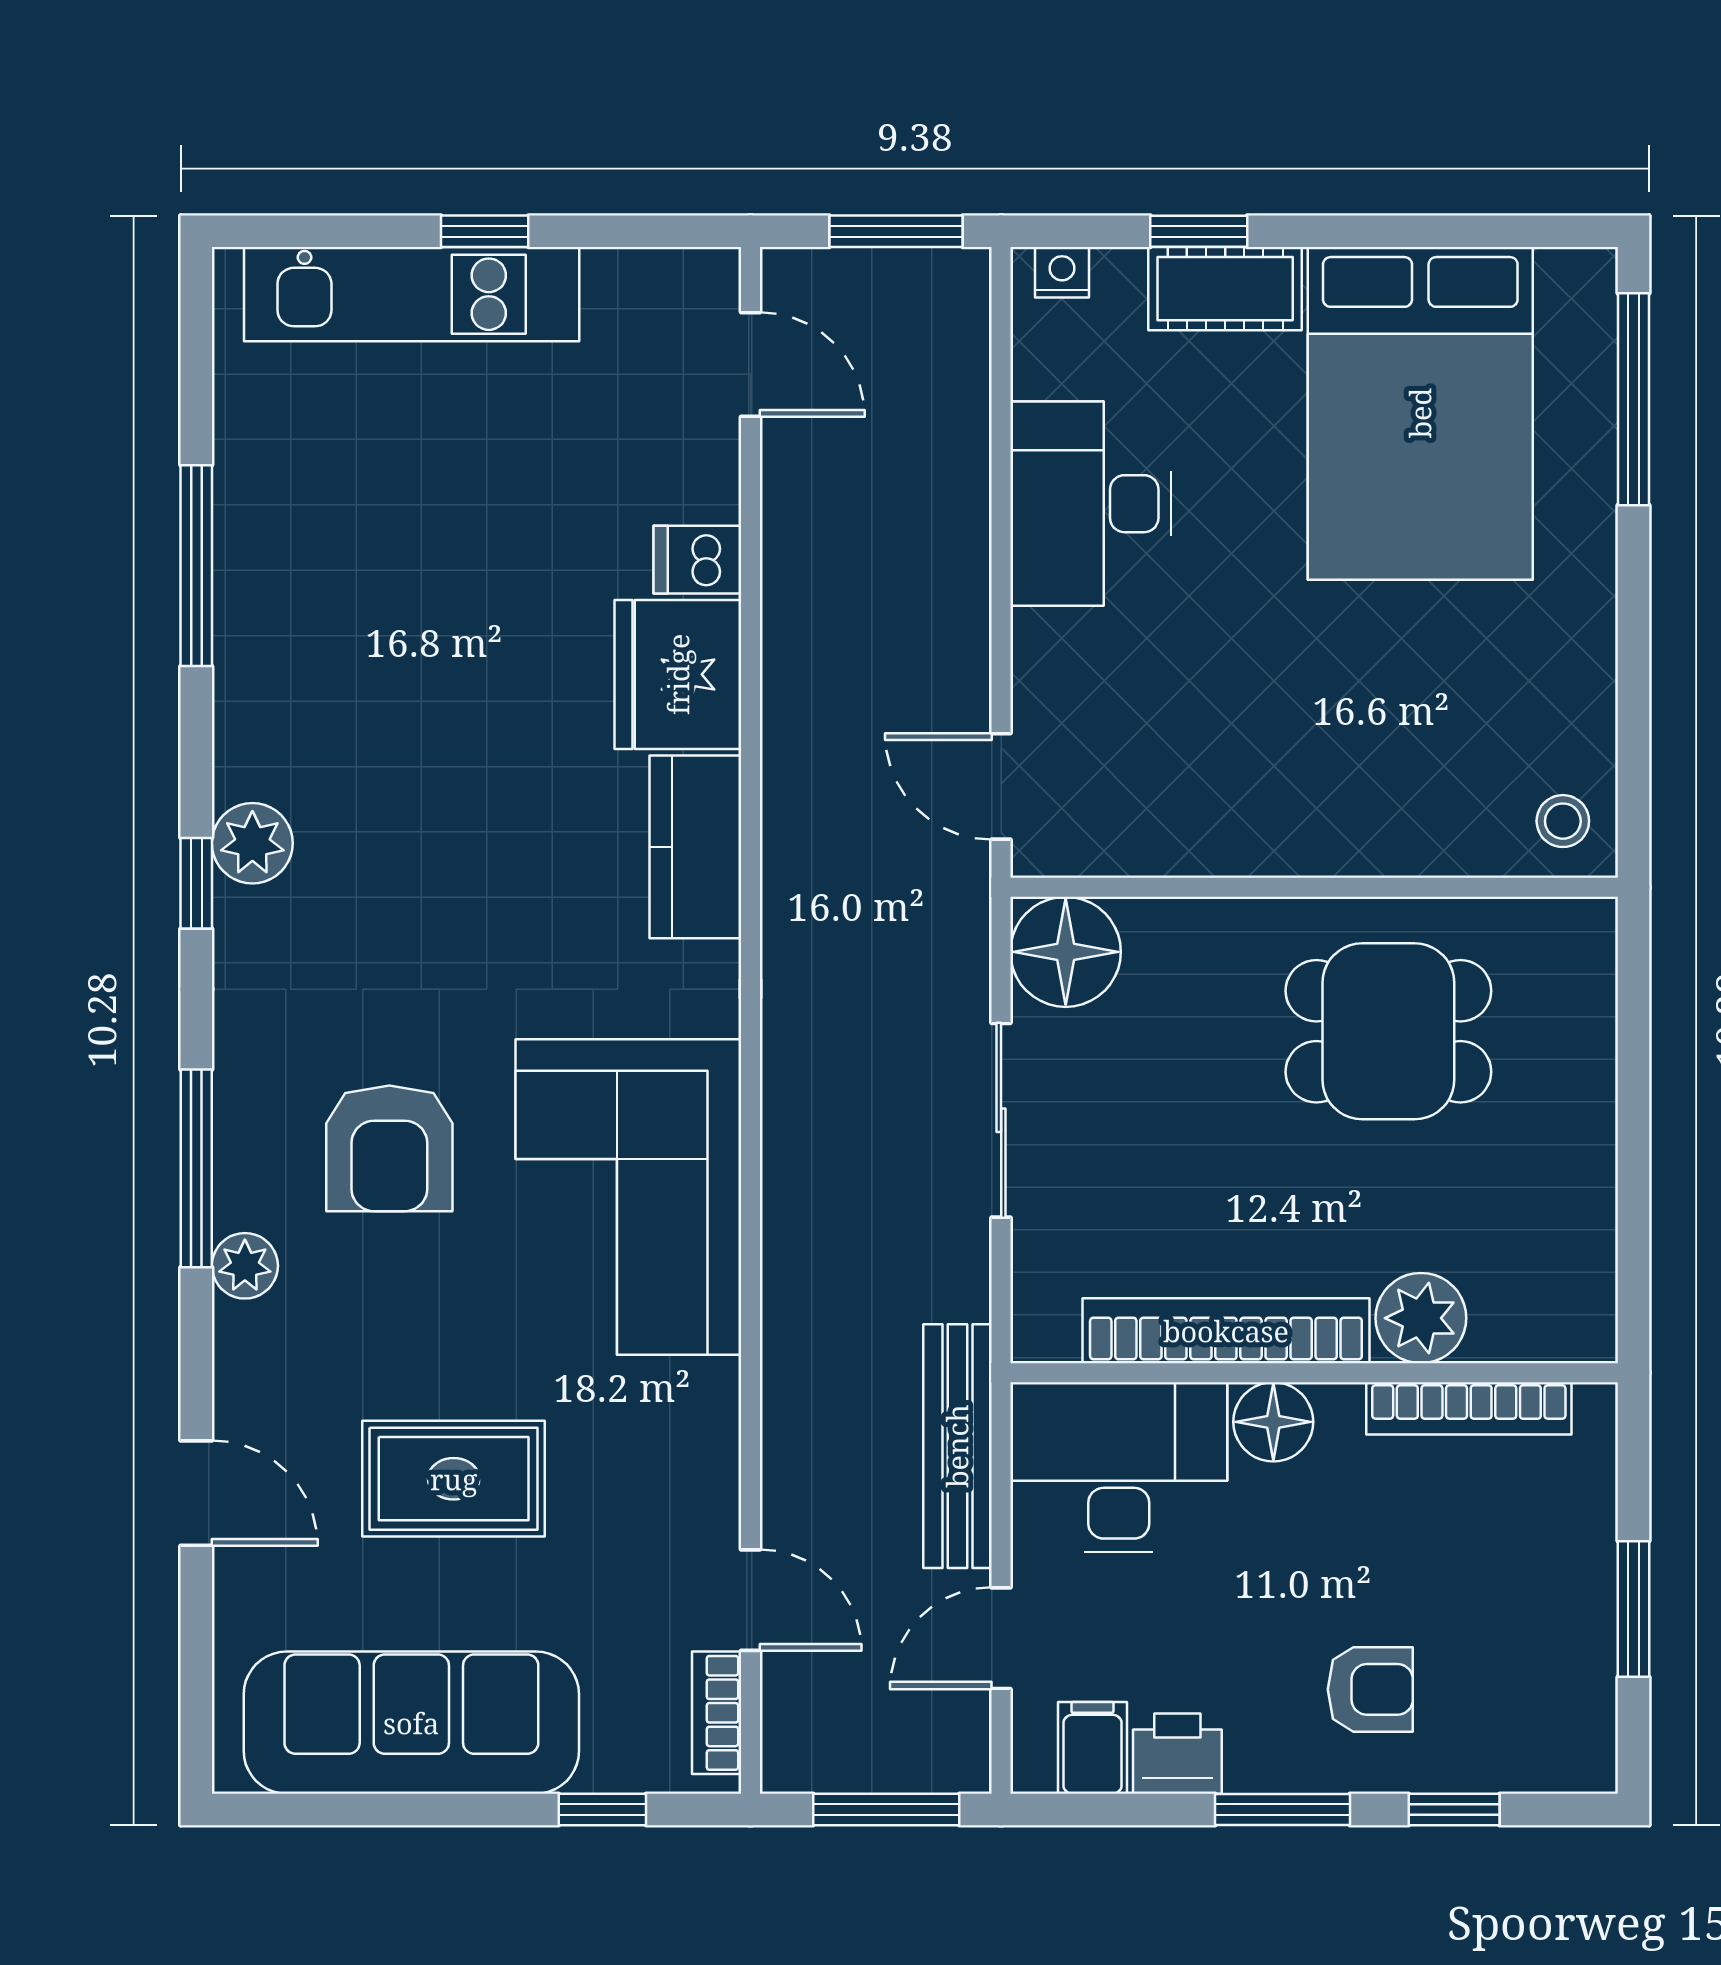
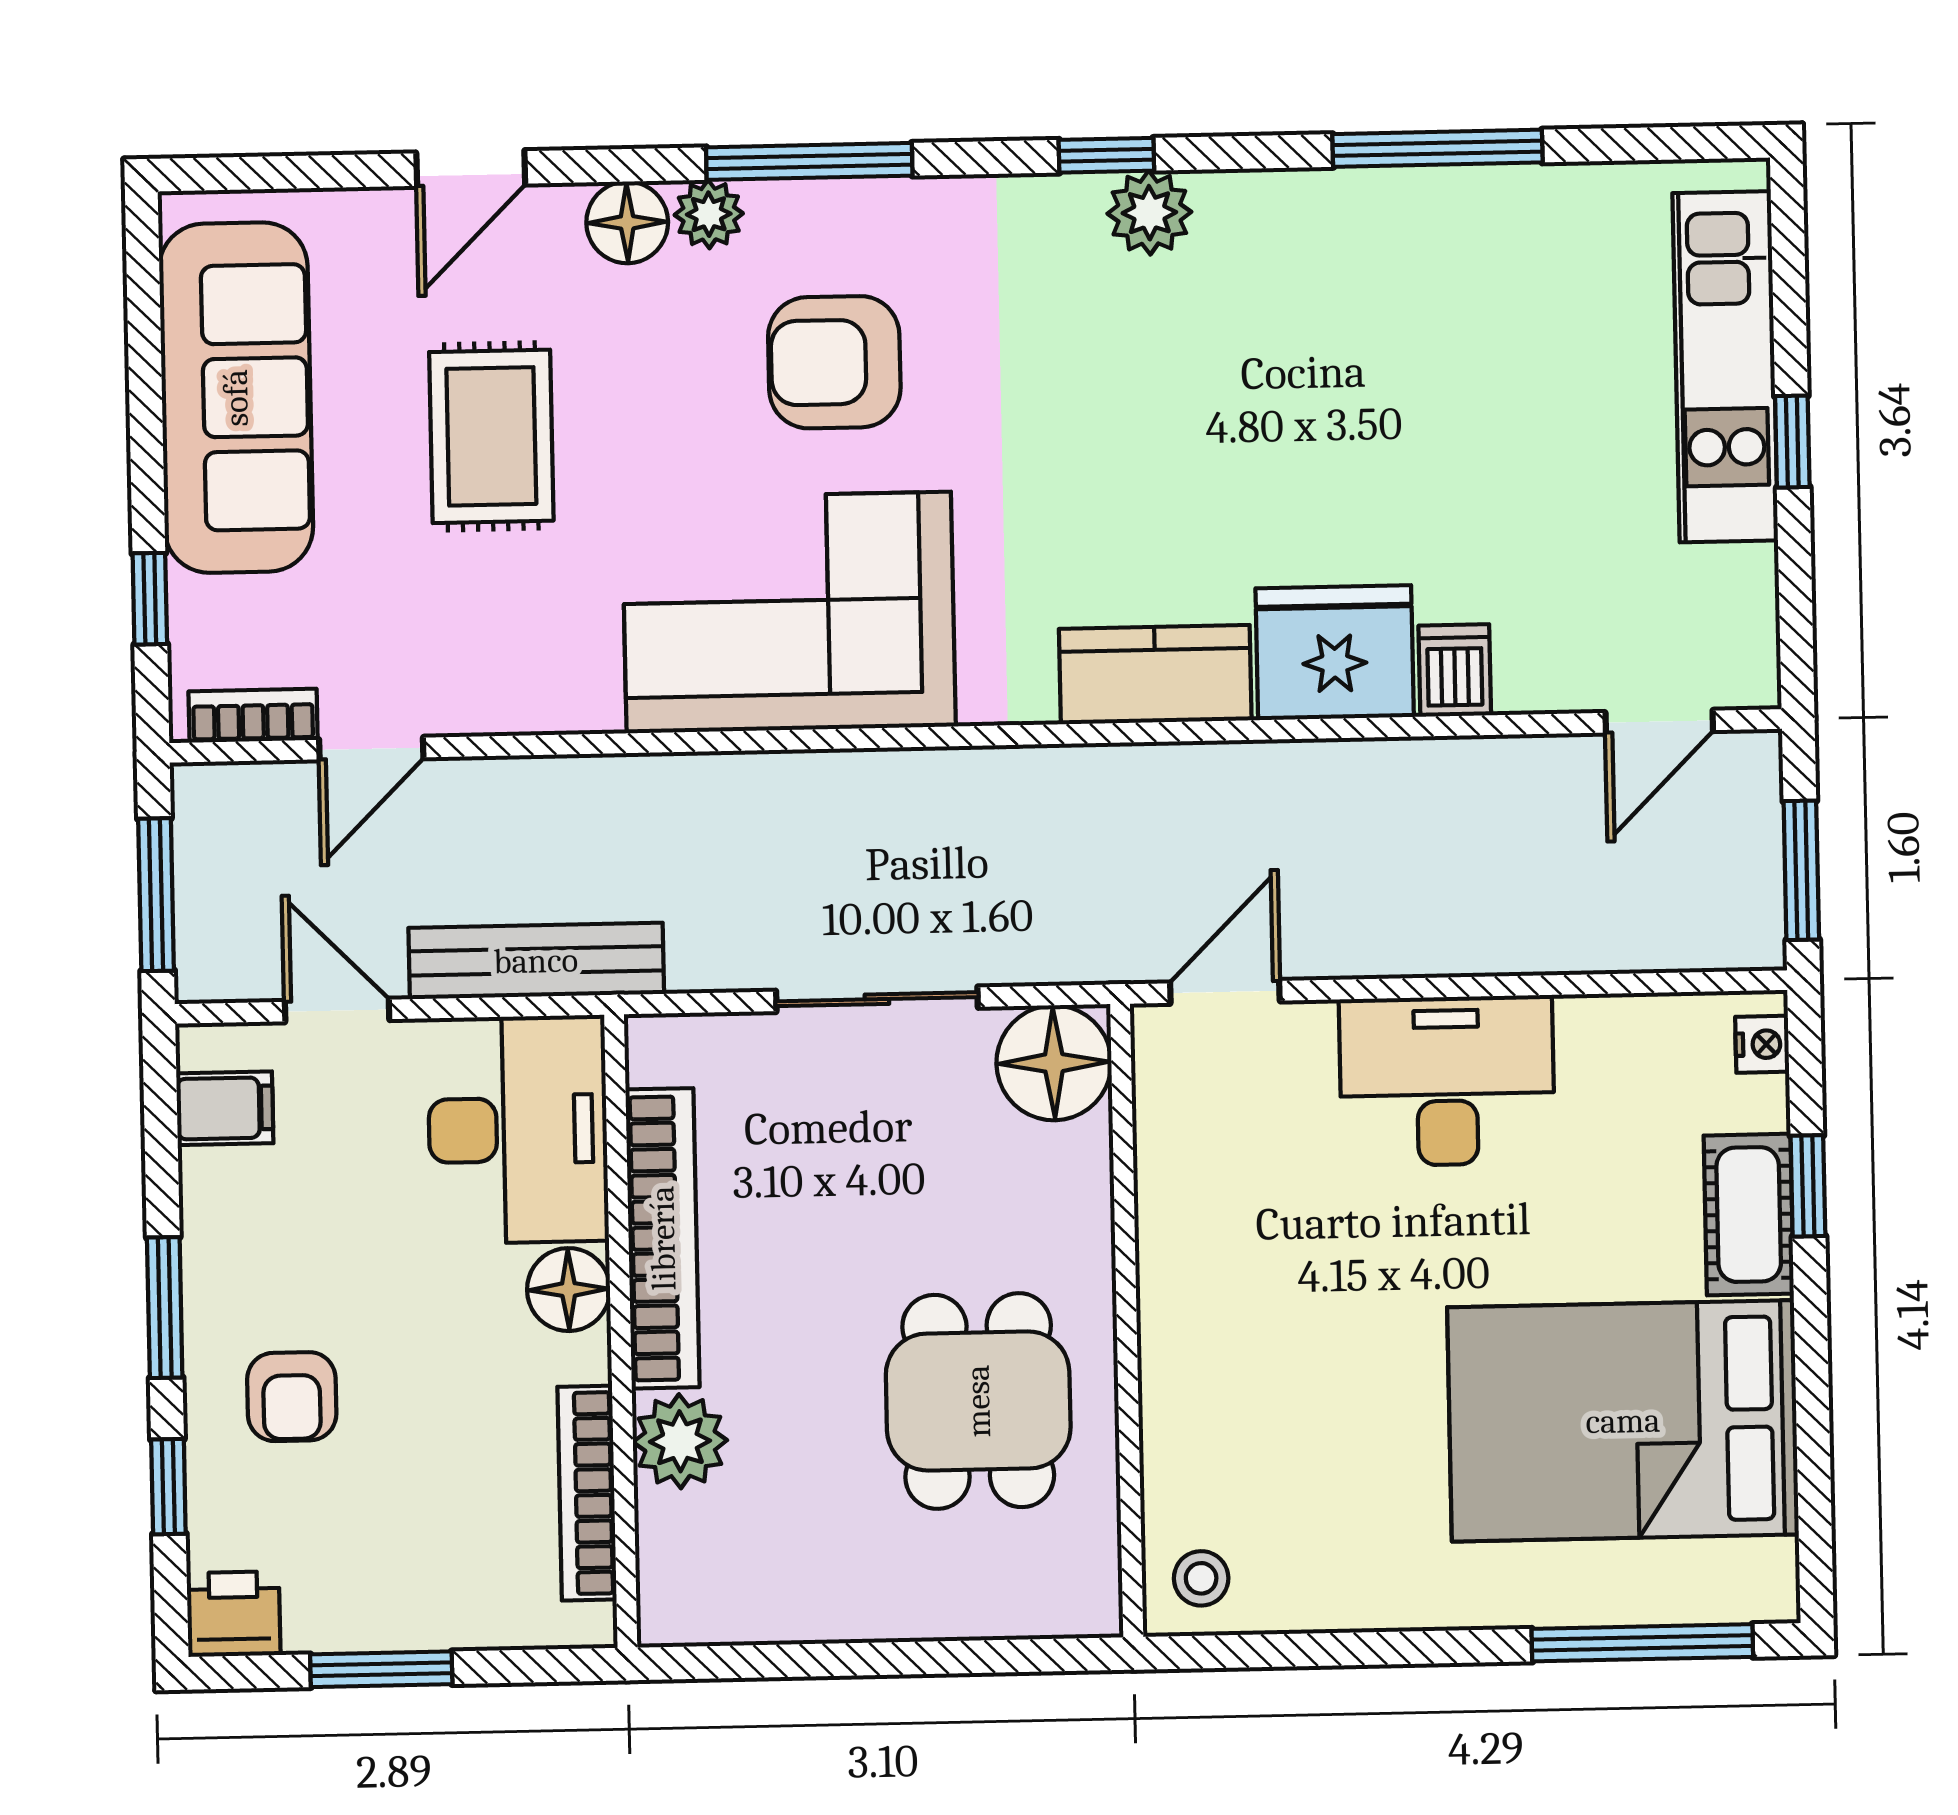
desk: (1091, 504) -> (1447, 1081), moved
floor lamp: (251, 1344) -> (627, 222), added
printer: (1177, 1754) -> (234, 1614), moved, turned -90

